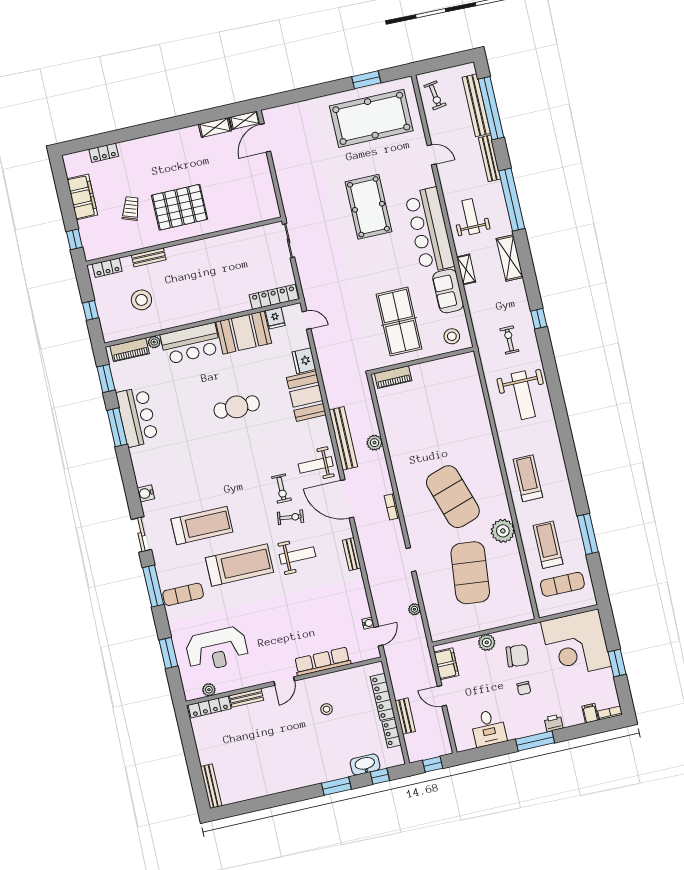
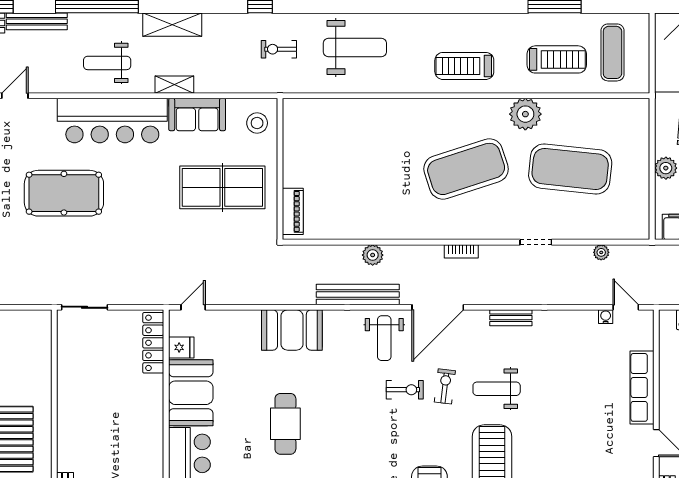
fridge: (304, 361) -> (245, 323), removed
treadmill: (548, 545) -> (557, 59), turned 180
weight bench: (297, 555) -> (497, 389), turned -90

